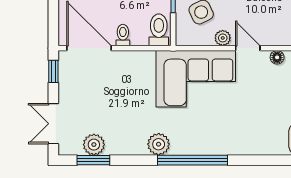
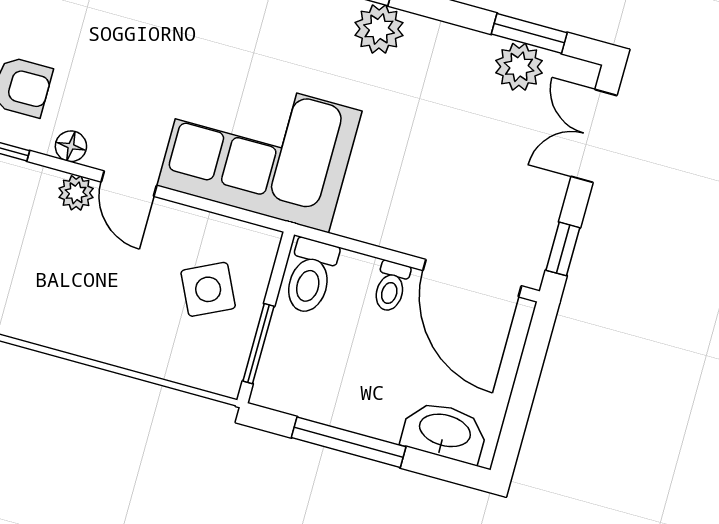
plant: (223, 38) -> (76, 193), moved
double door: (53, 124) -> (594, 136), swing flipped

